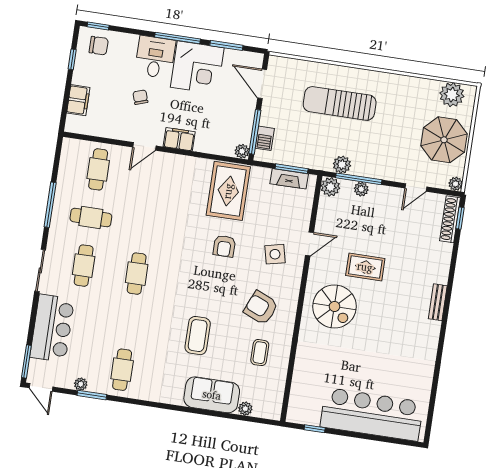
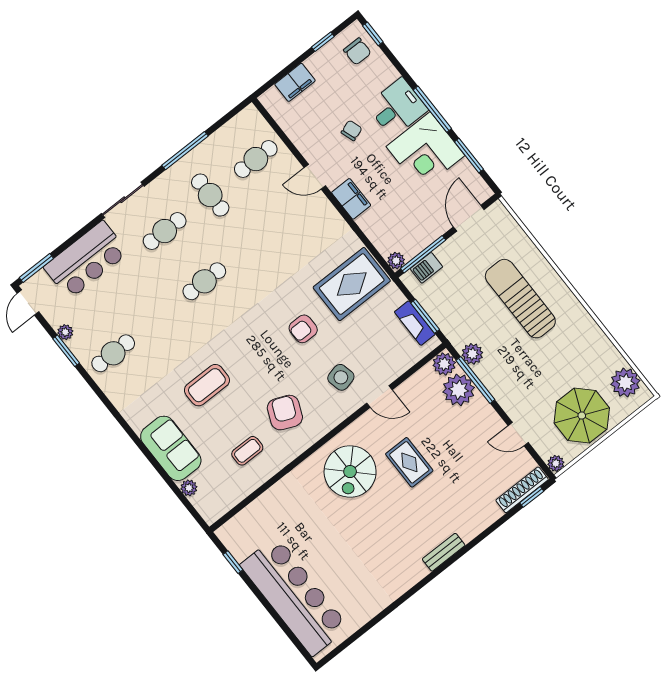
plant: (361, 189) -> (459, 390), width x1.87, depth x1.87

